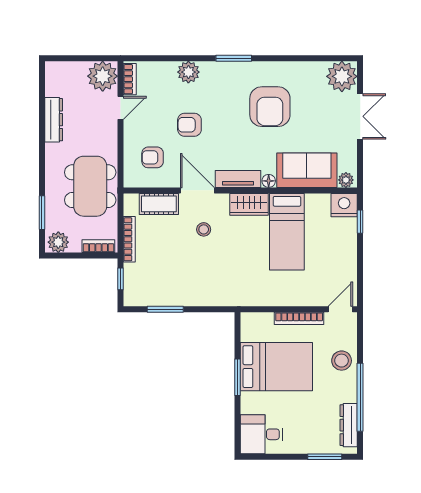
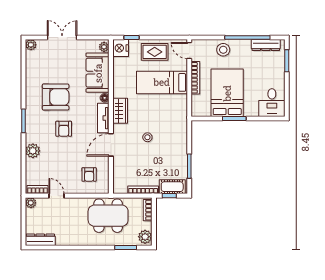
plant: (103, 76) -> (31, 203), width x0.53, depth x0.53
plant: (342, 76) -> (31, 45), width x0.53, depth x0.53
dresser: (54, 120) -> (40, 240), moved
armchair: (189, 125) -> (64, 129), moved
cot: (159, 204) -> (172, 187), moved, turned 90
stool: (204, 229) -> (147, 137), moved
bed: (287, 232) -> (162, 82), moved, turned 180
rug: (338, 257) -> (155, 52), added

